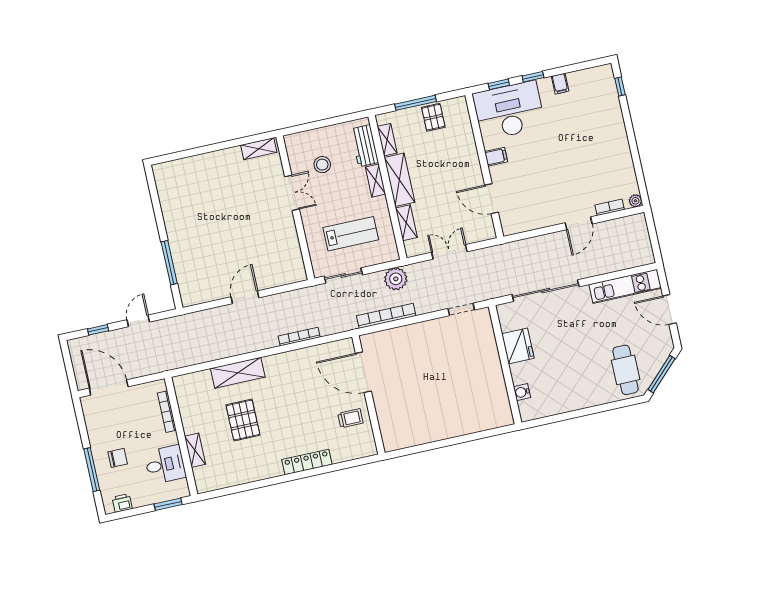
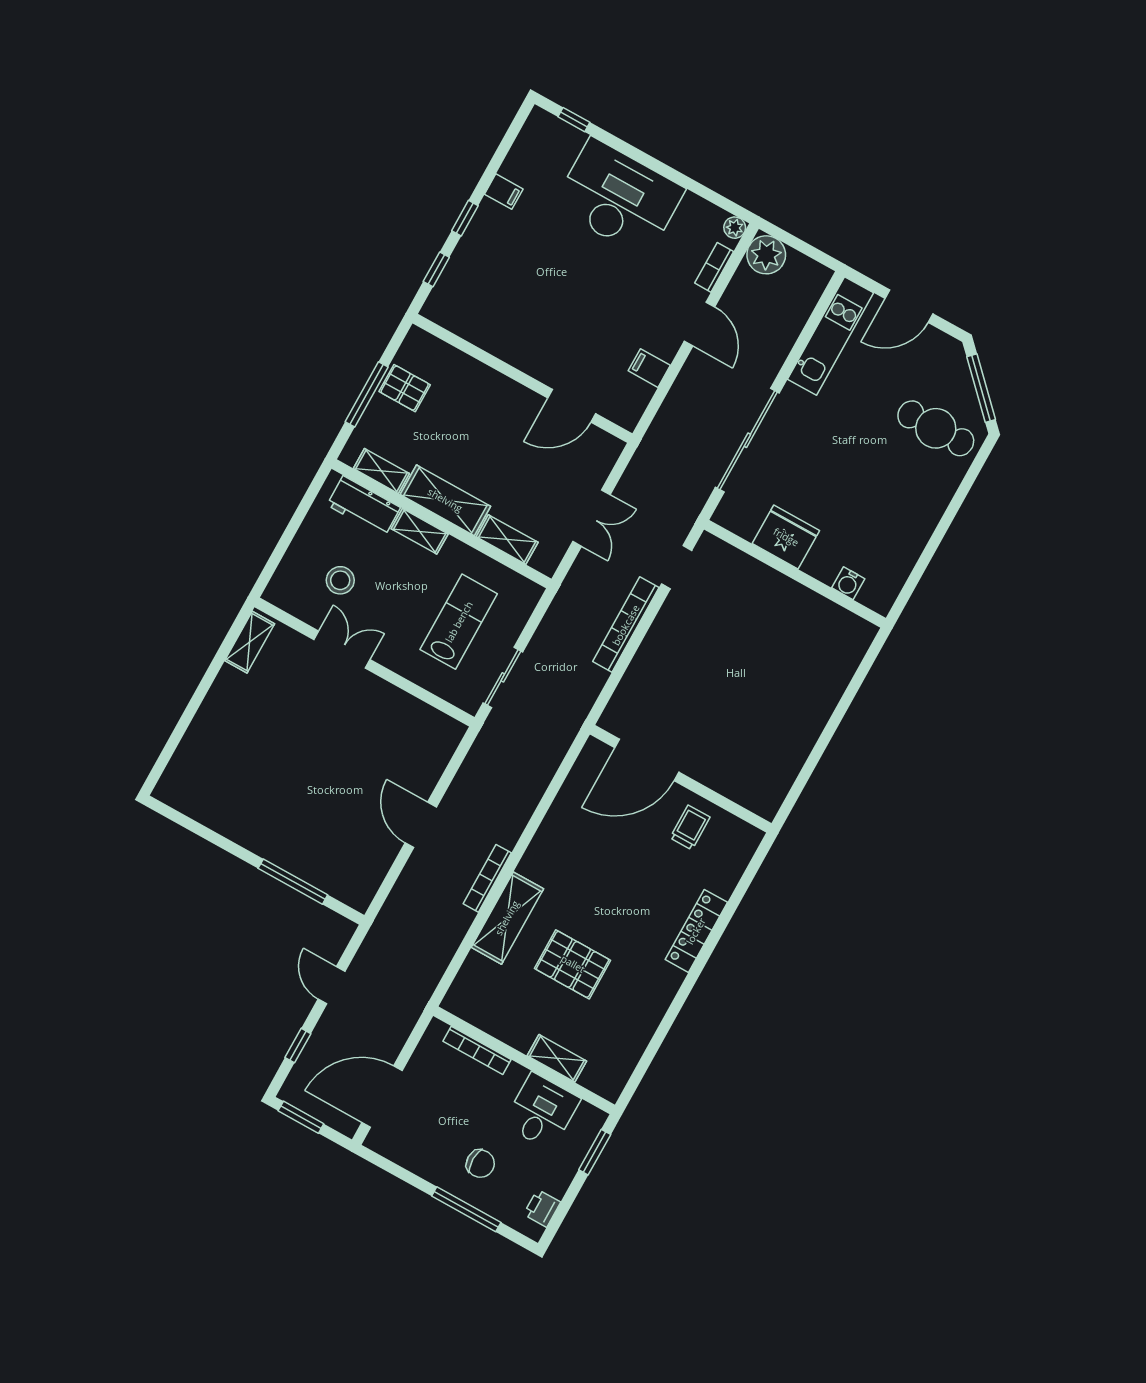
desk: (509, 111) -> (619, 198), moved, turned 90
filing cabinet: (496, 157) -> (649, 368), moved, turned -90
double door: (449, 252) -> (592, 518), swing flipped
plant: (396, 279) -> (766, 255), moved
bookcase: (386, 316) -> (626, 625), moved
bookcase: (299, 337) -> (487, 878), moved
window: (67, 360) -> (301, 1117), added
chair: (118, 458) -> (480, 1164), turned 90

